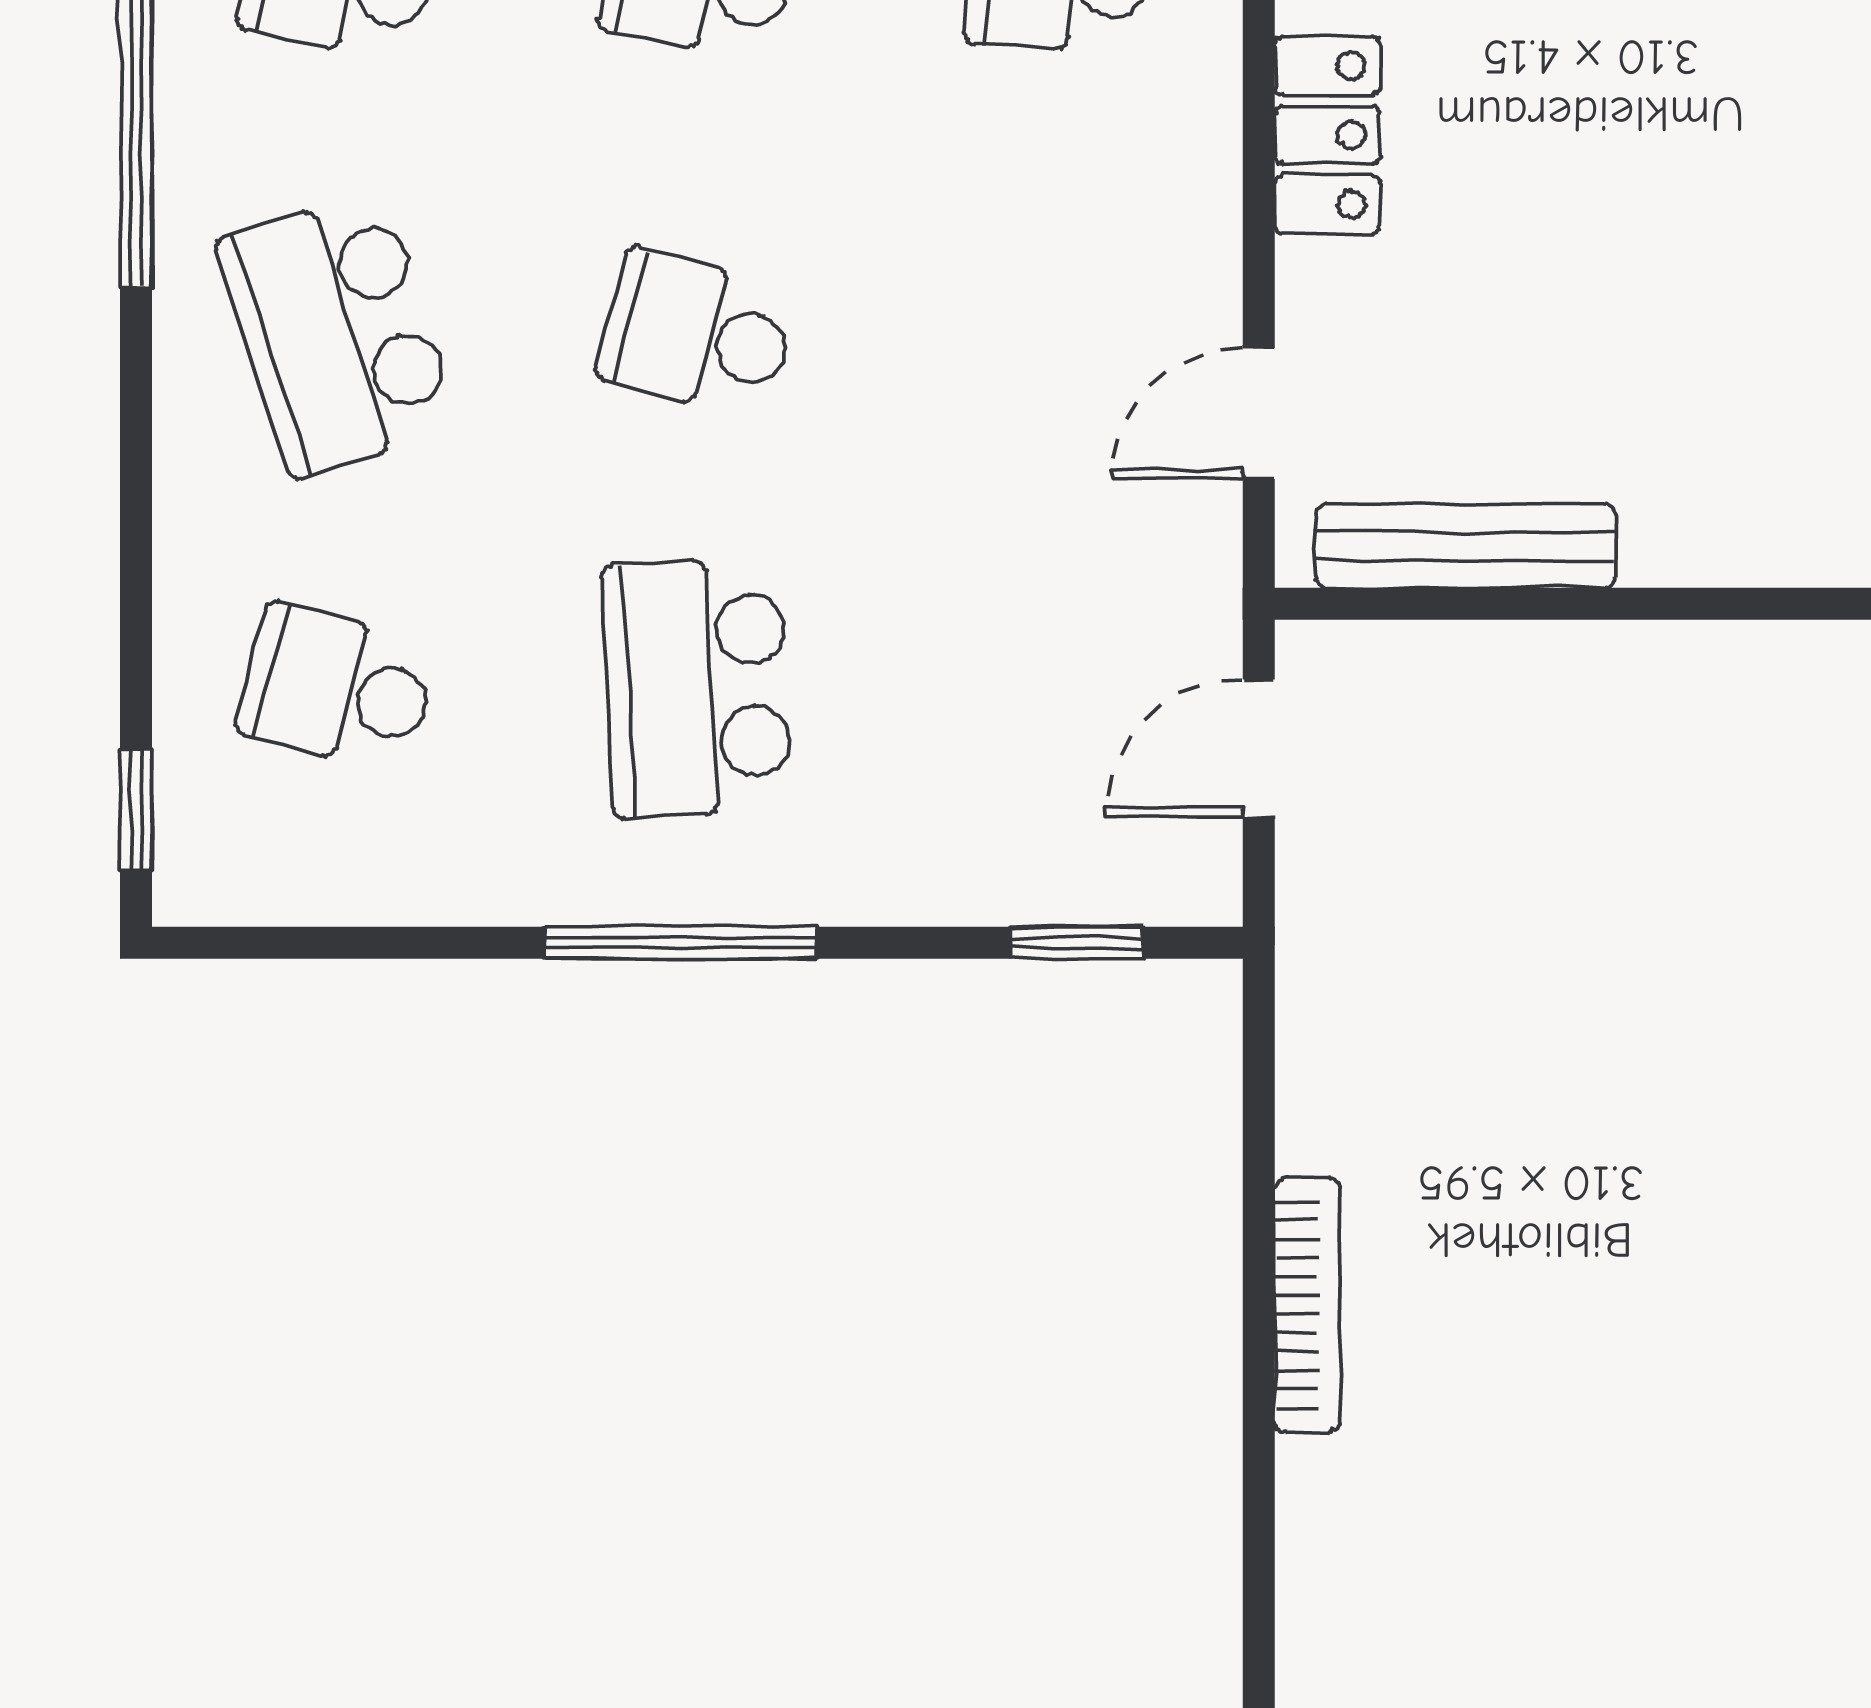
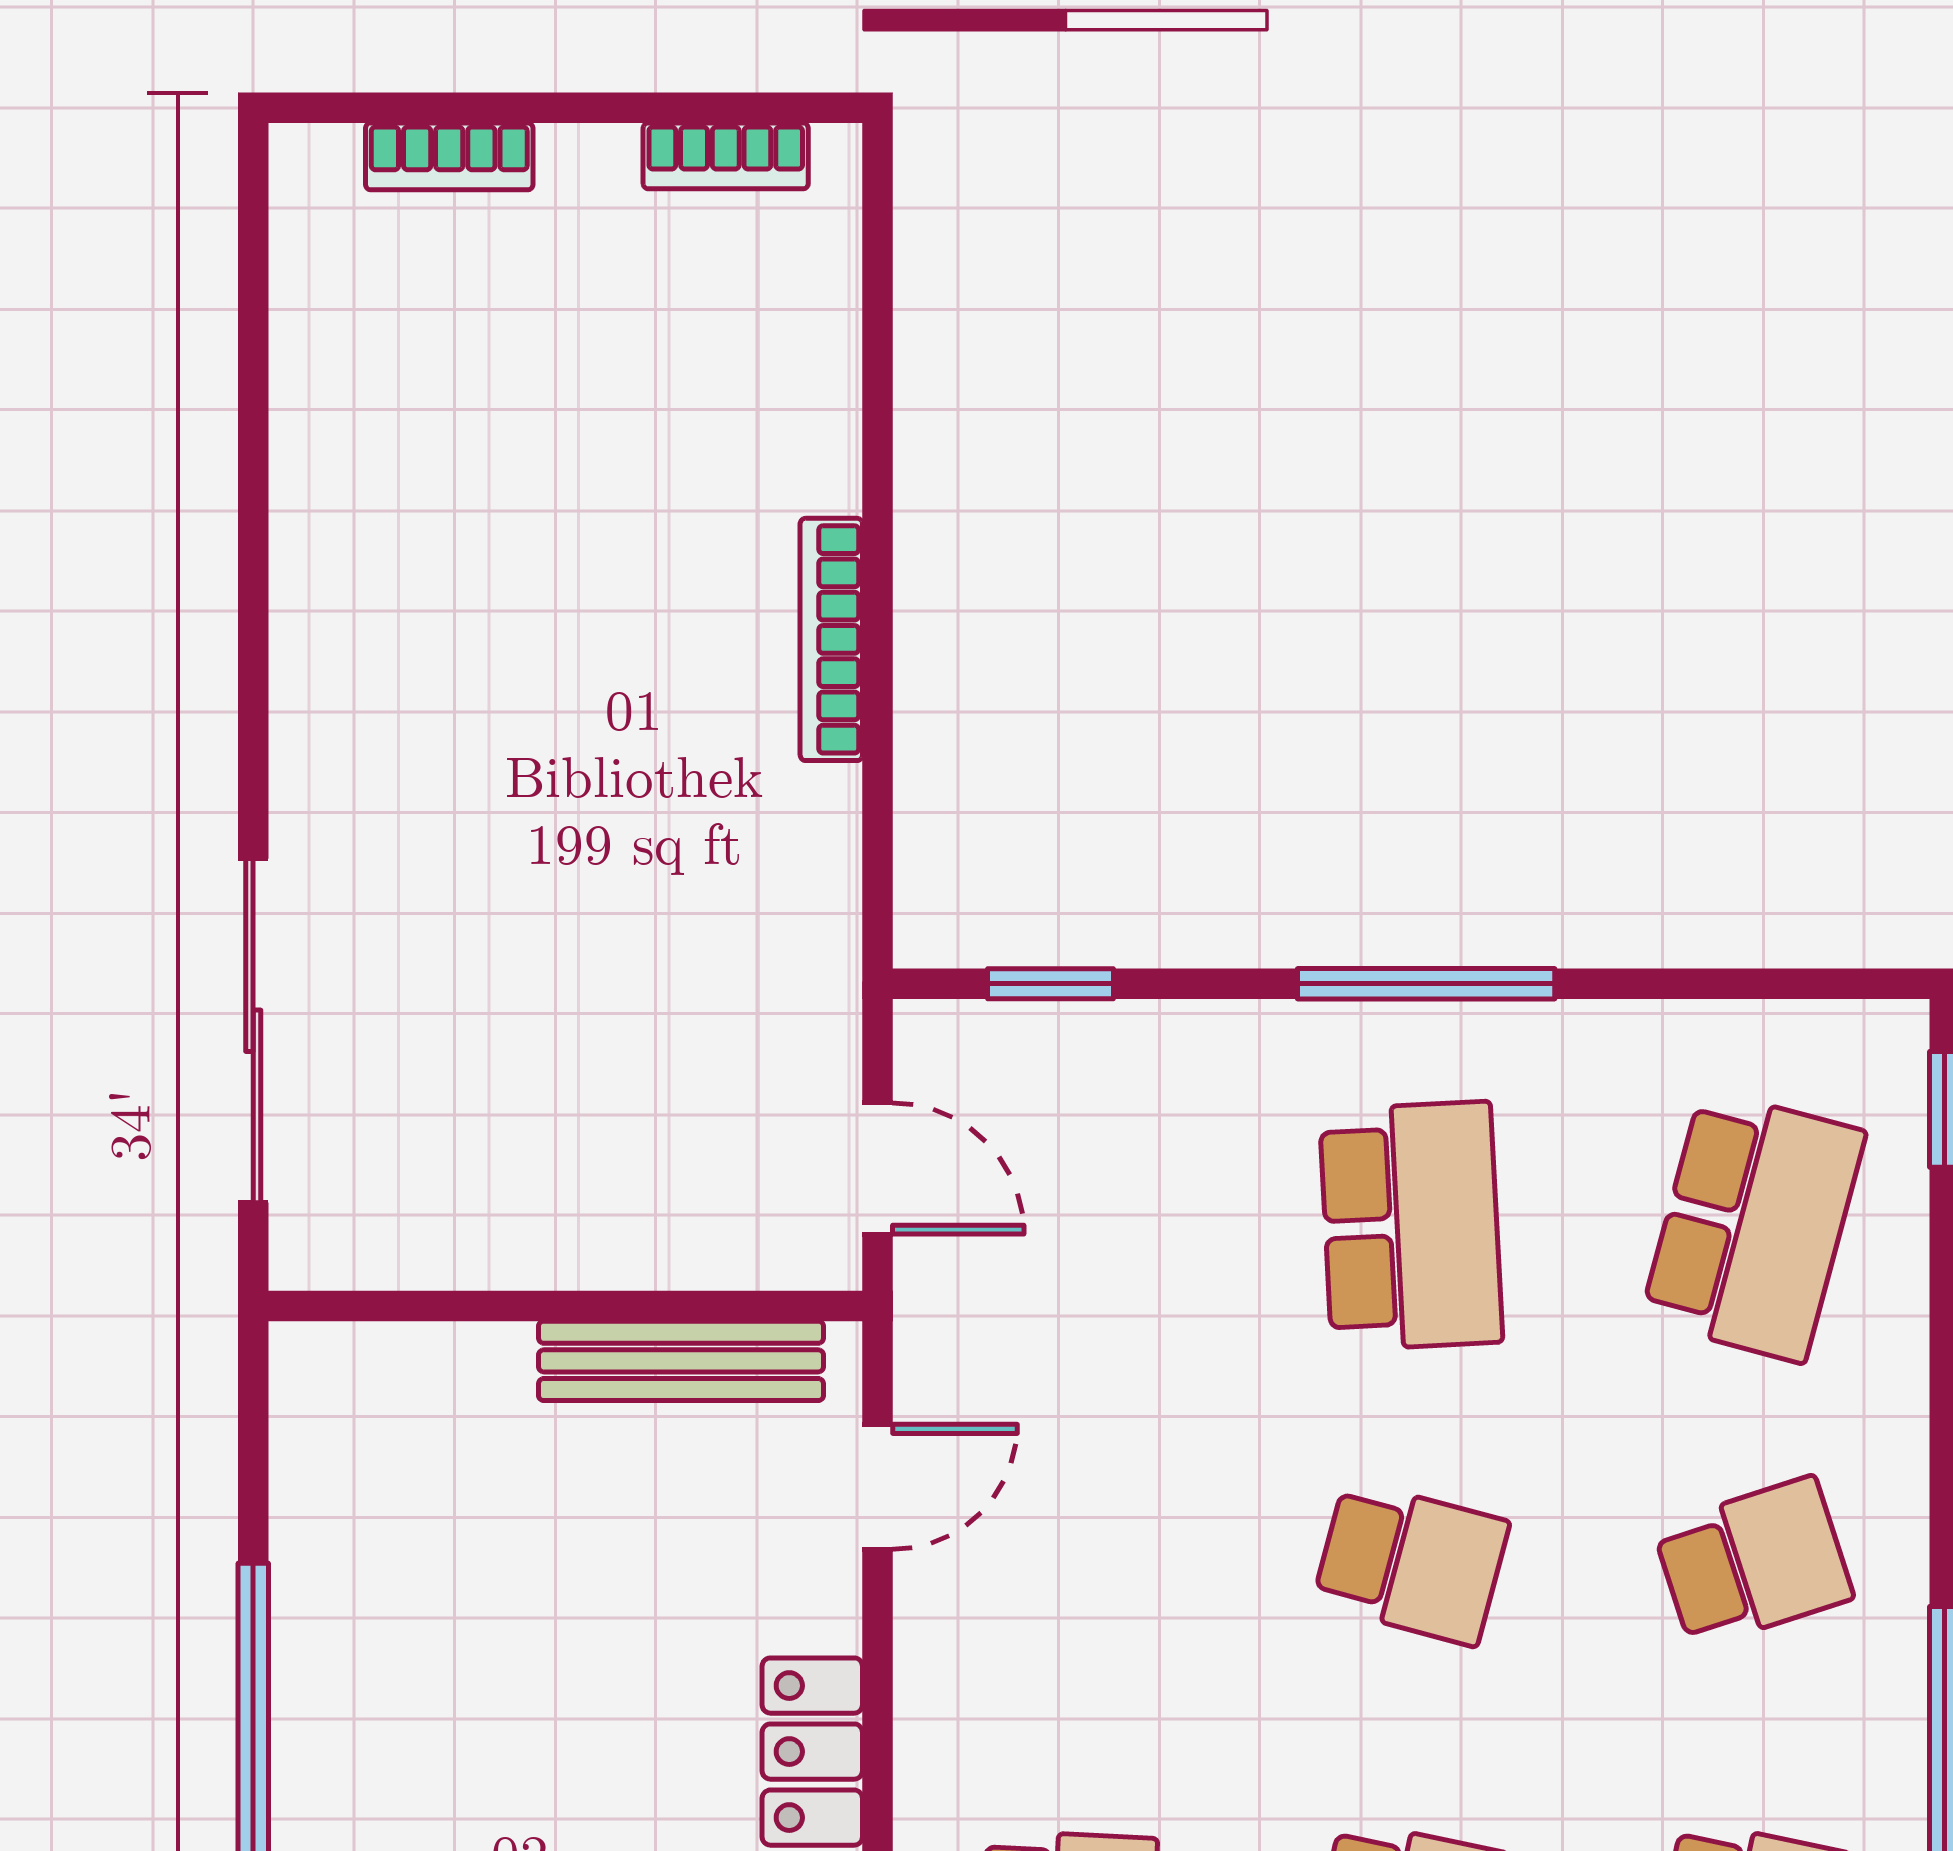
school desk: (337, 334) -> (1753, 1563), width x0.54
school desk: (337, 688) -> (1753, 1226), width x1.85
door: (1259, 748) -> (877, 1168), hinge flipped

